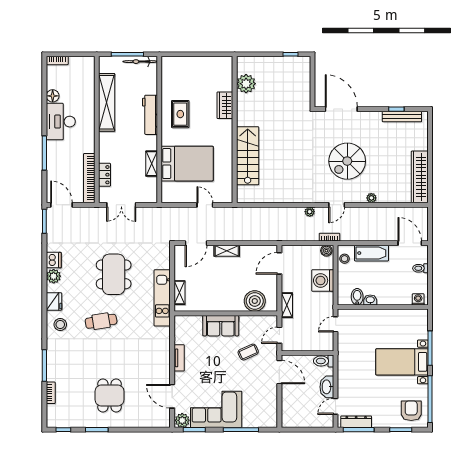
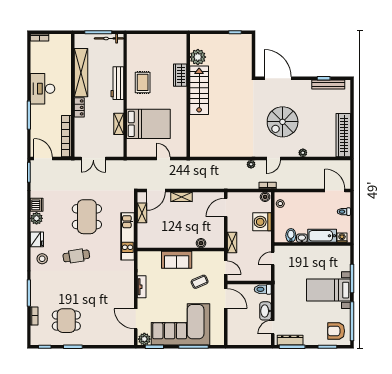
floor lamp: (53, 96) -> (36, 67), removed
stairs: (248, 156) -> (199, 90), moved
locker: (105, 175) -> (79, 107), moved
bathtub: (371, 253) -> (322, 236), moved, turned 180
shelving: (179, 293) -> (142, 213), moved
boiler: (255, 301) -> (201, 243), width x0.54, depth x0.54
door: (279, 335) -> (226, 268), swing flipped
dining table: (110, 395) -> (66, 321), moved, turned 90
corner sofa: (216, 409) -> (180, 324), width x1.36, depth x1.36
armchair: (411, 411) -> (336, 331), turned -90

